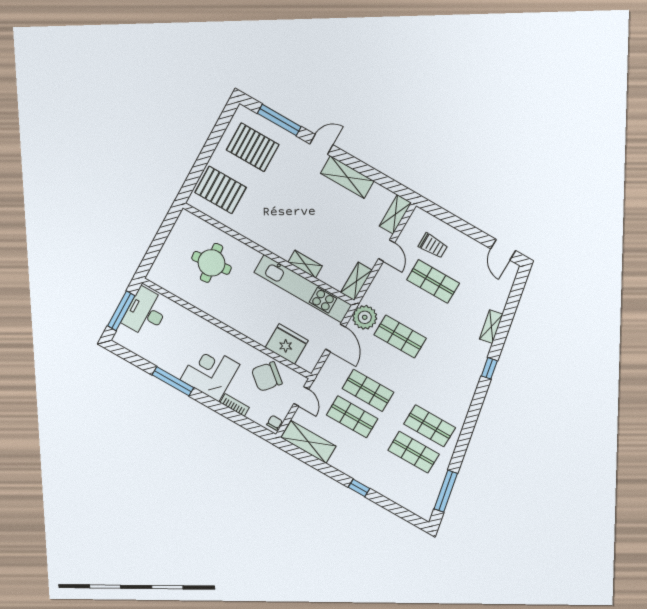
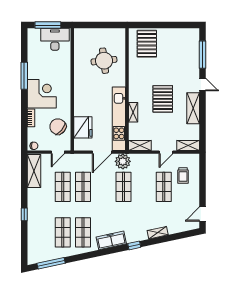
pallet: (253, 147) -> (163, 99), moved
freezer: (463, 395) -> (111, 240), added

